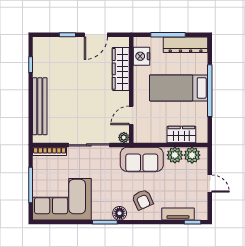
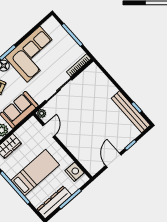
wardrobe: (121, 69) -> (80, 153), removed
bench: (40, 106) -> (131, 112), moved
corner sofa: (62, 199) -> (33, 54), moved

